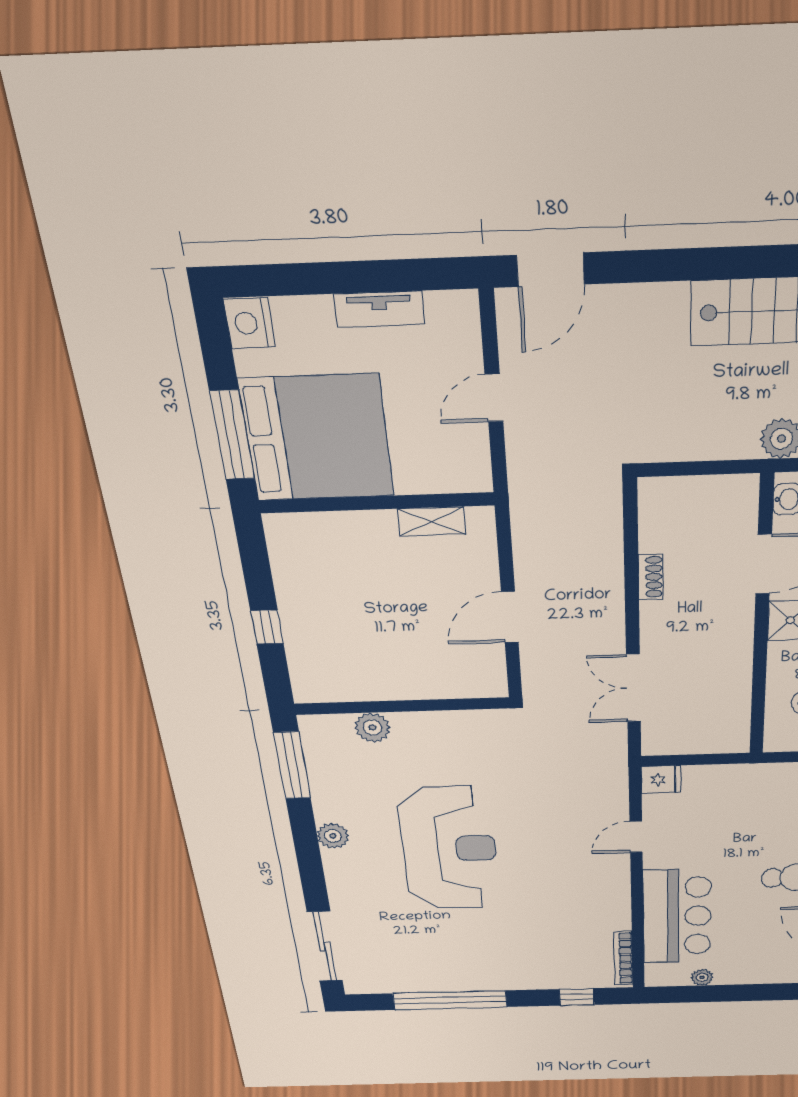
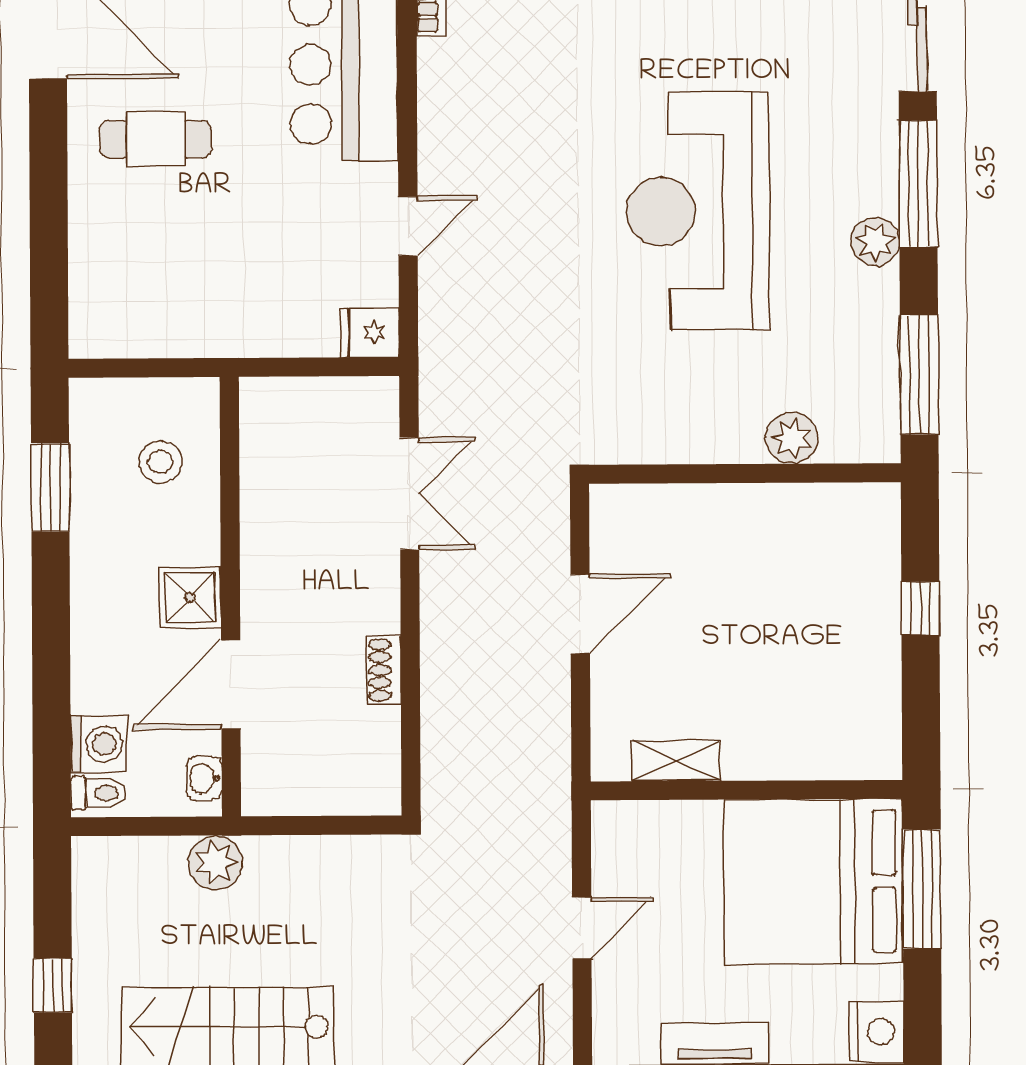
window: (310, 866) -> (918, 184), added

